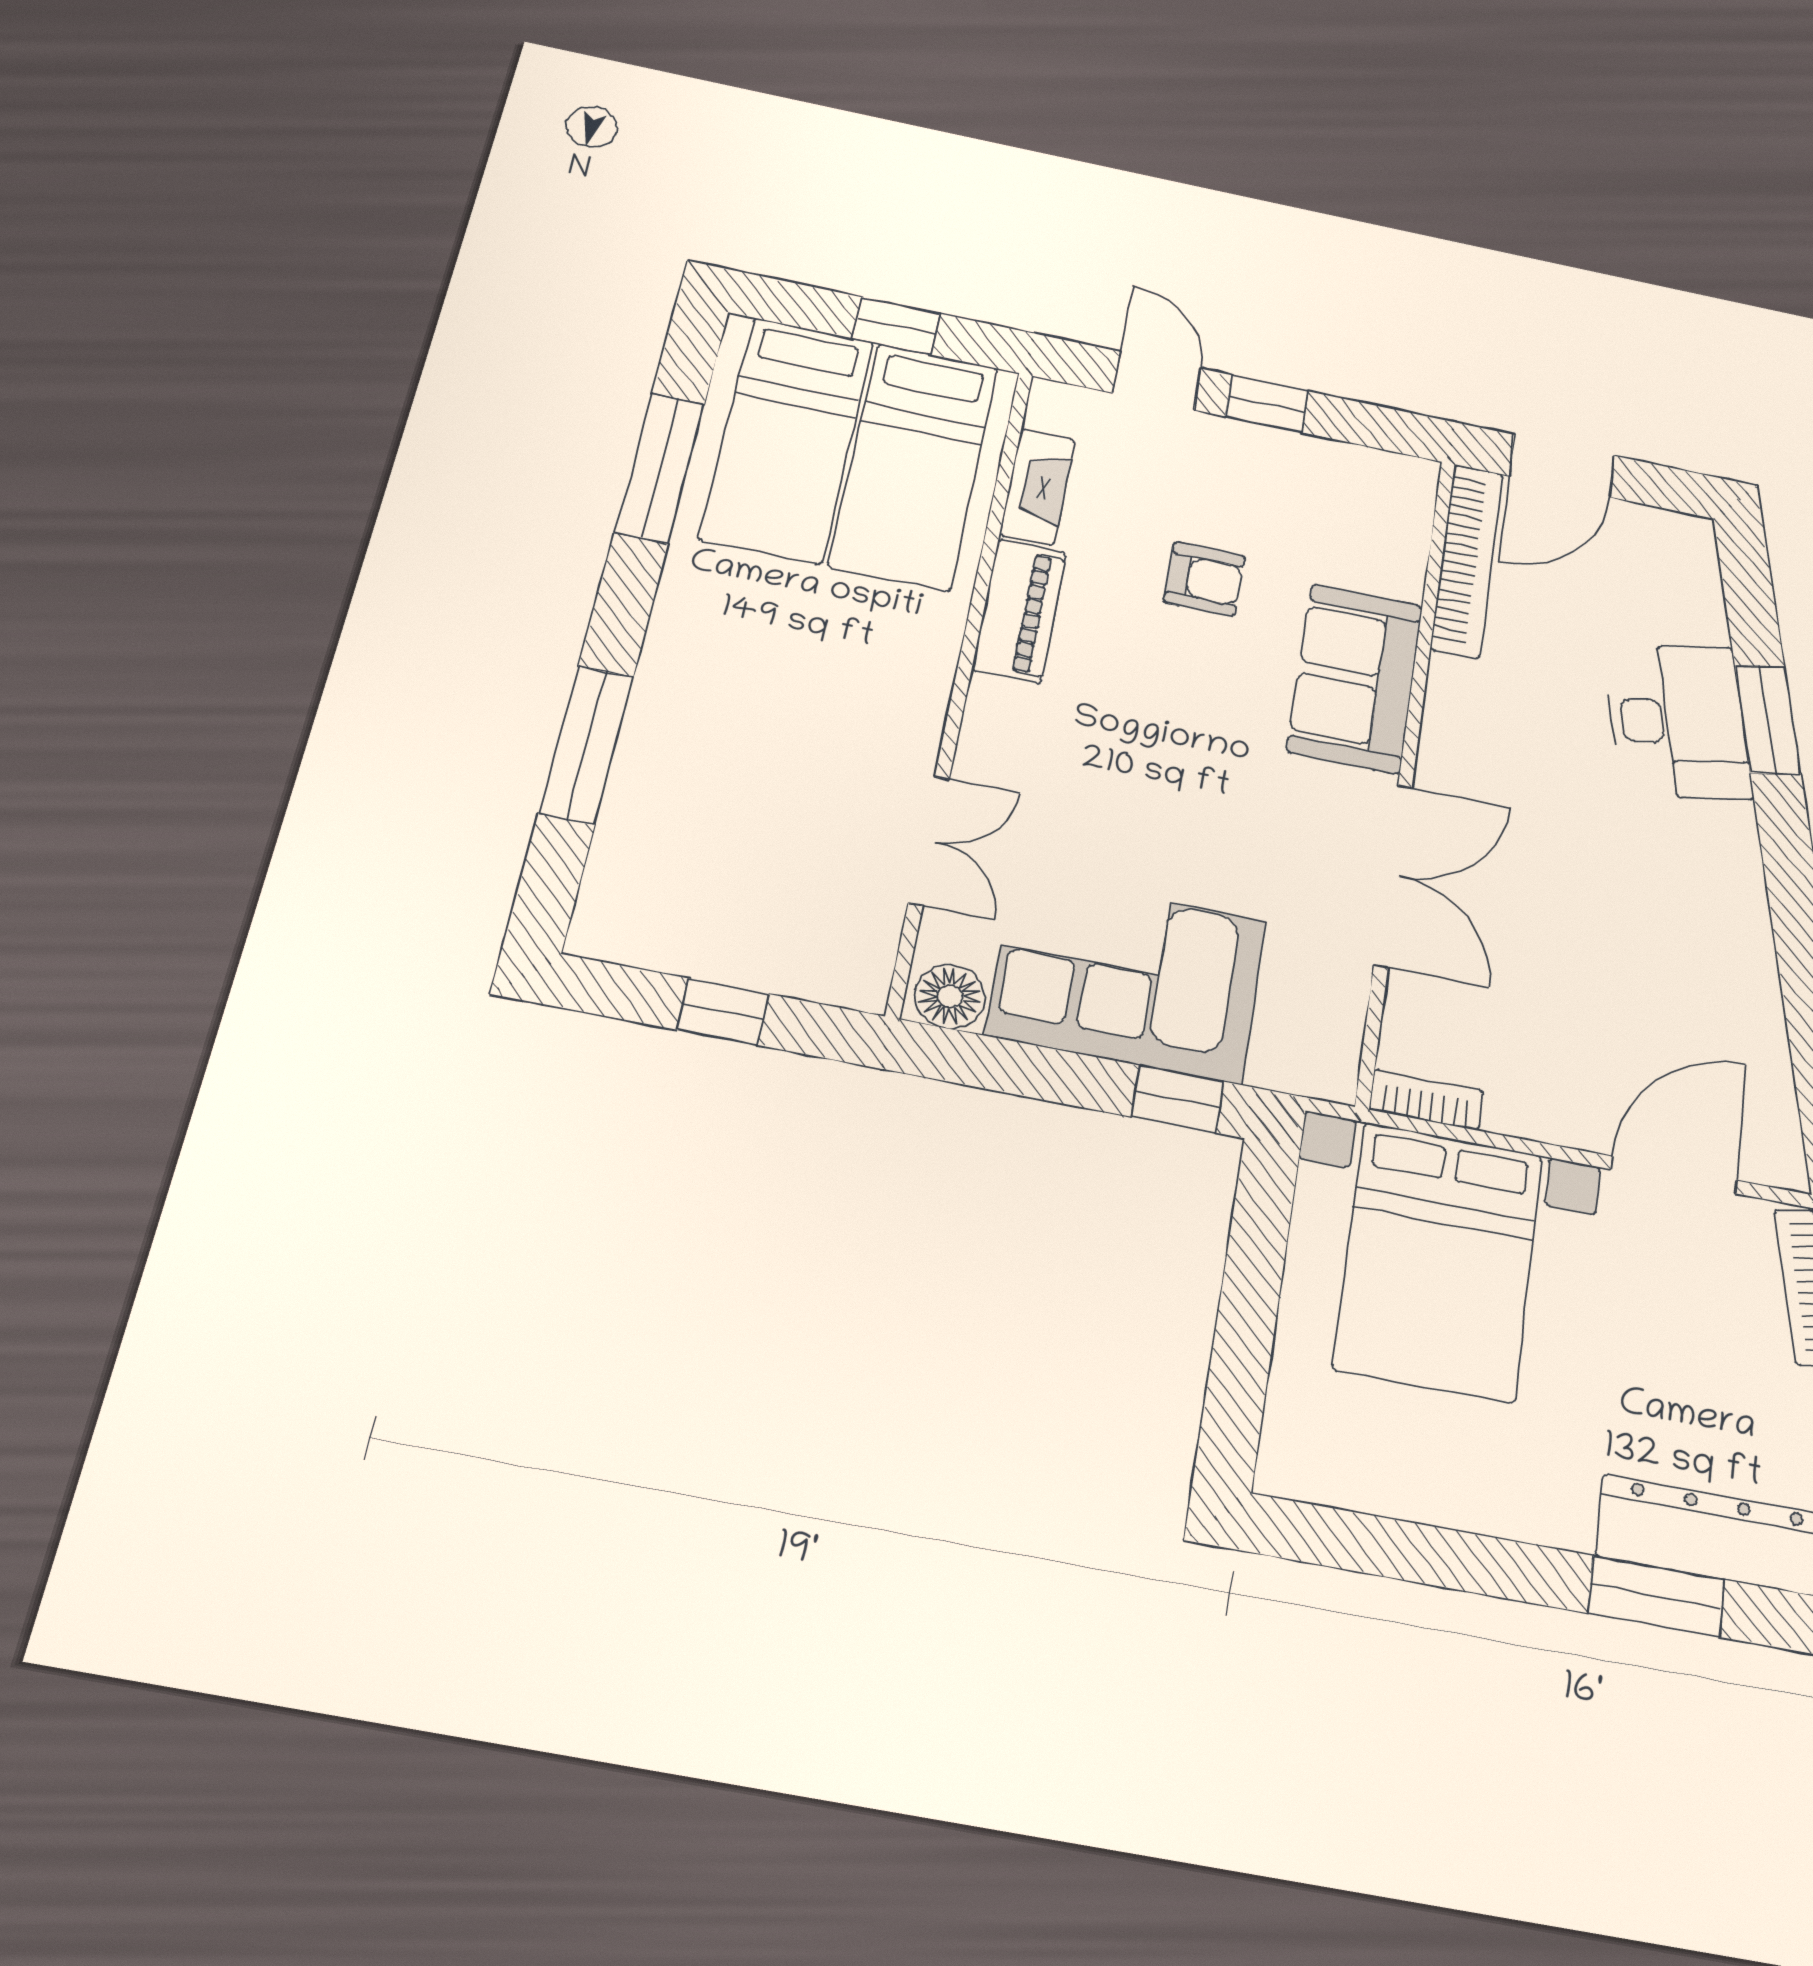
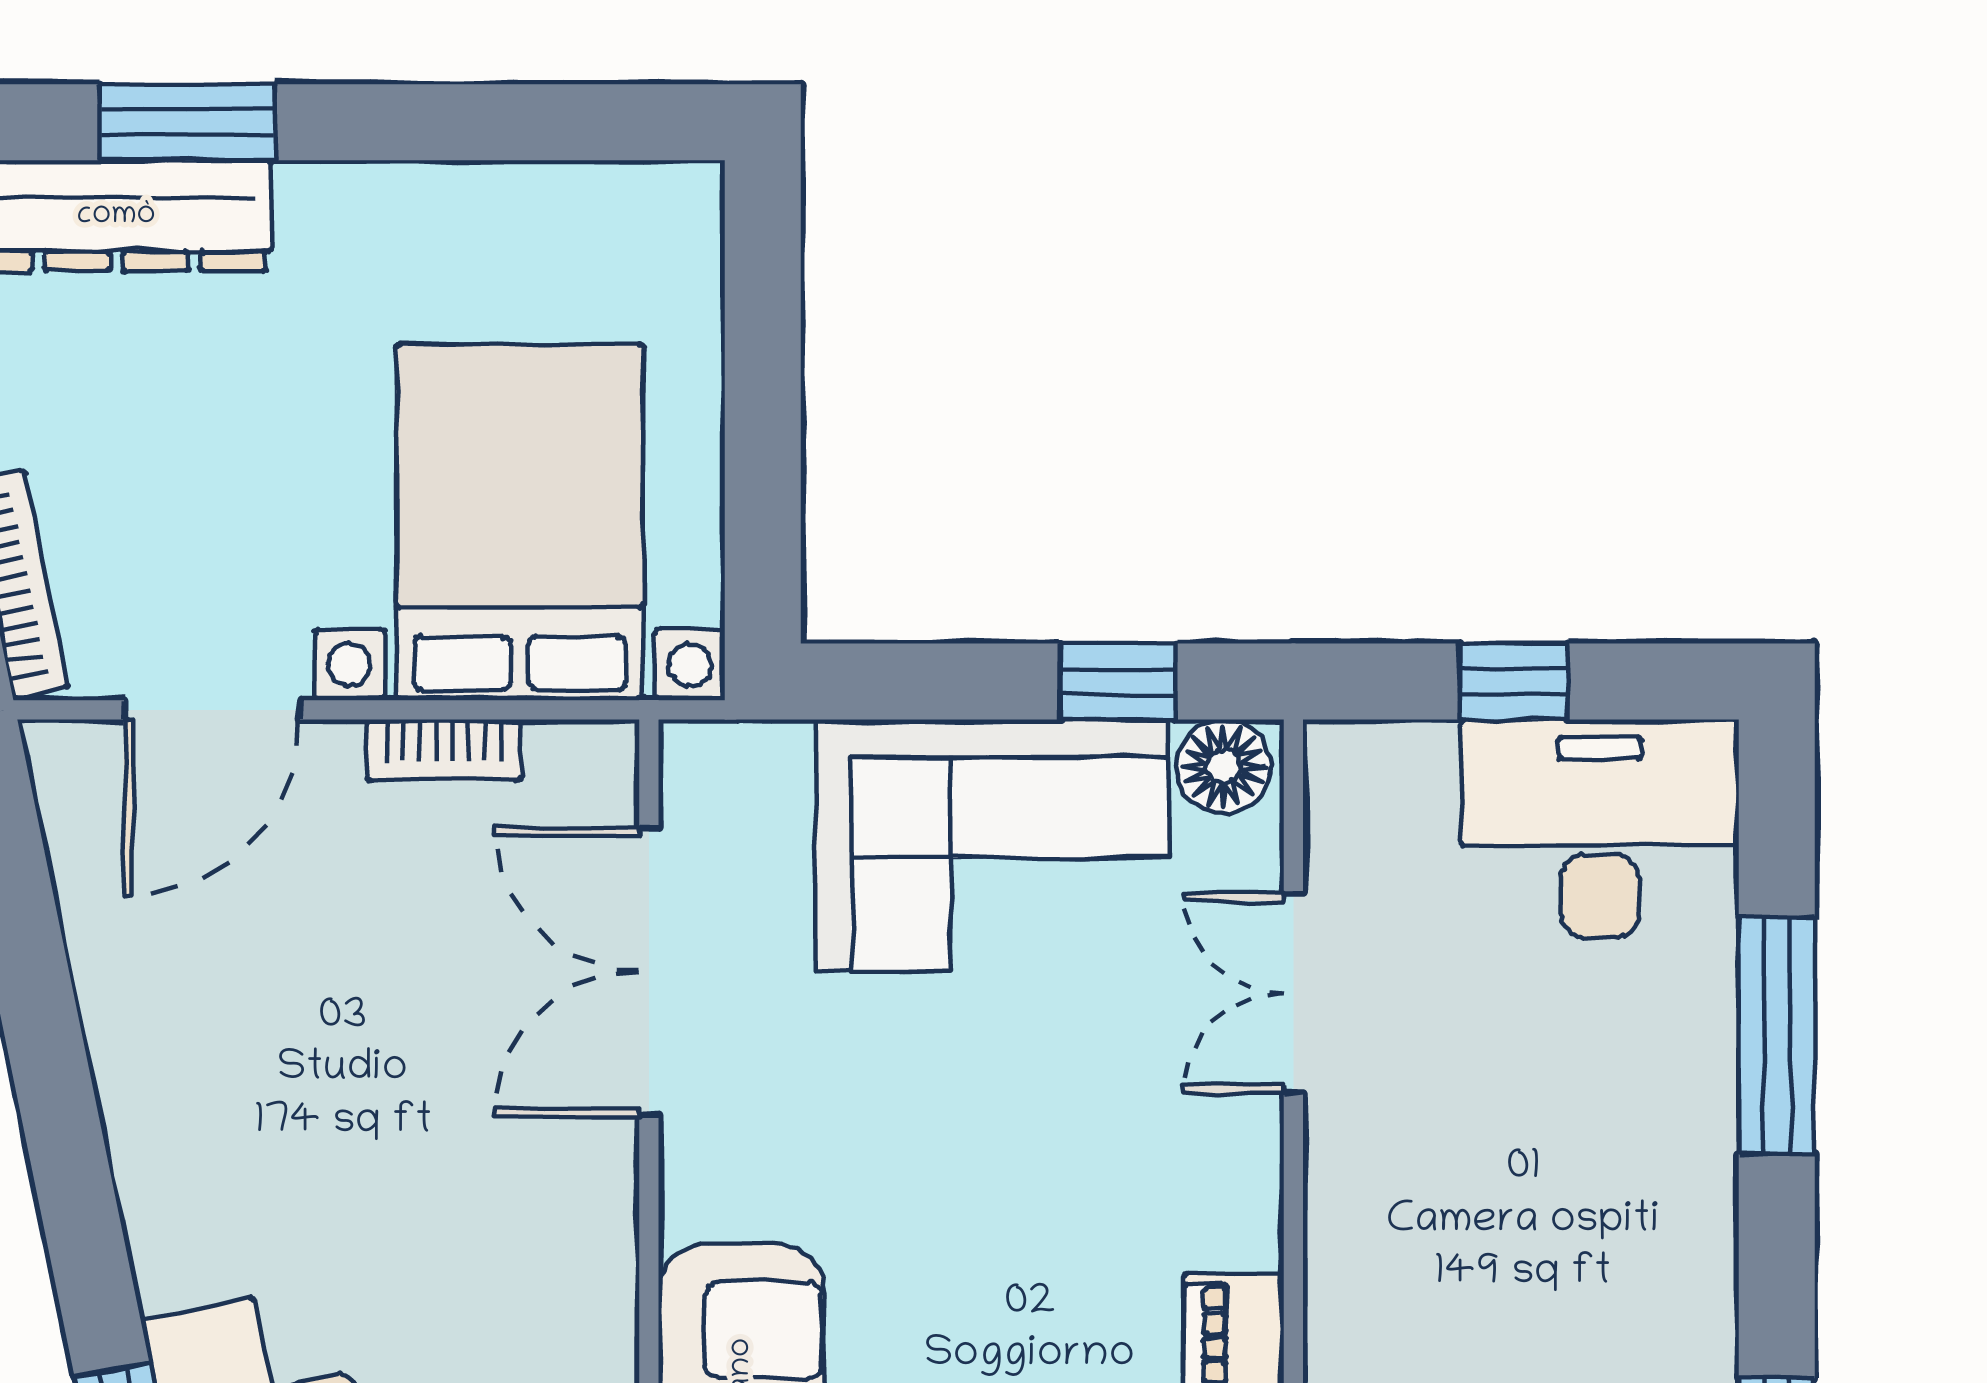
double door: (1393, 875) -> (649, 971), moved
desk: (682, 902) -> (1600, 828), added
window: (1178, 1099) -> (1118, 682), moved
bookcase: (1426, 1100) -> (444, 750), moved

